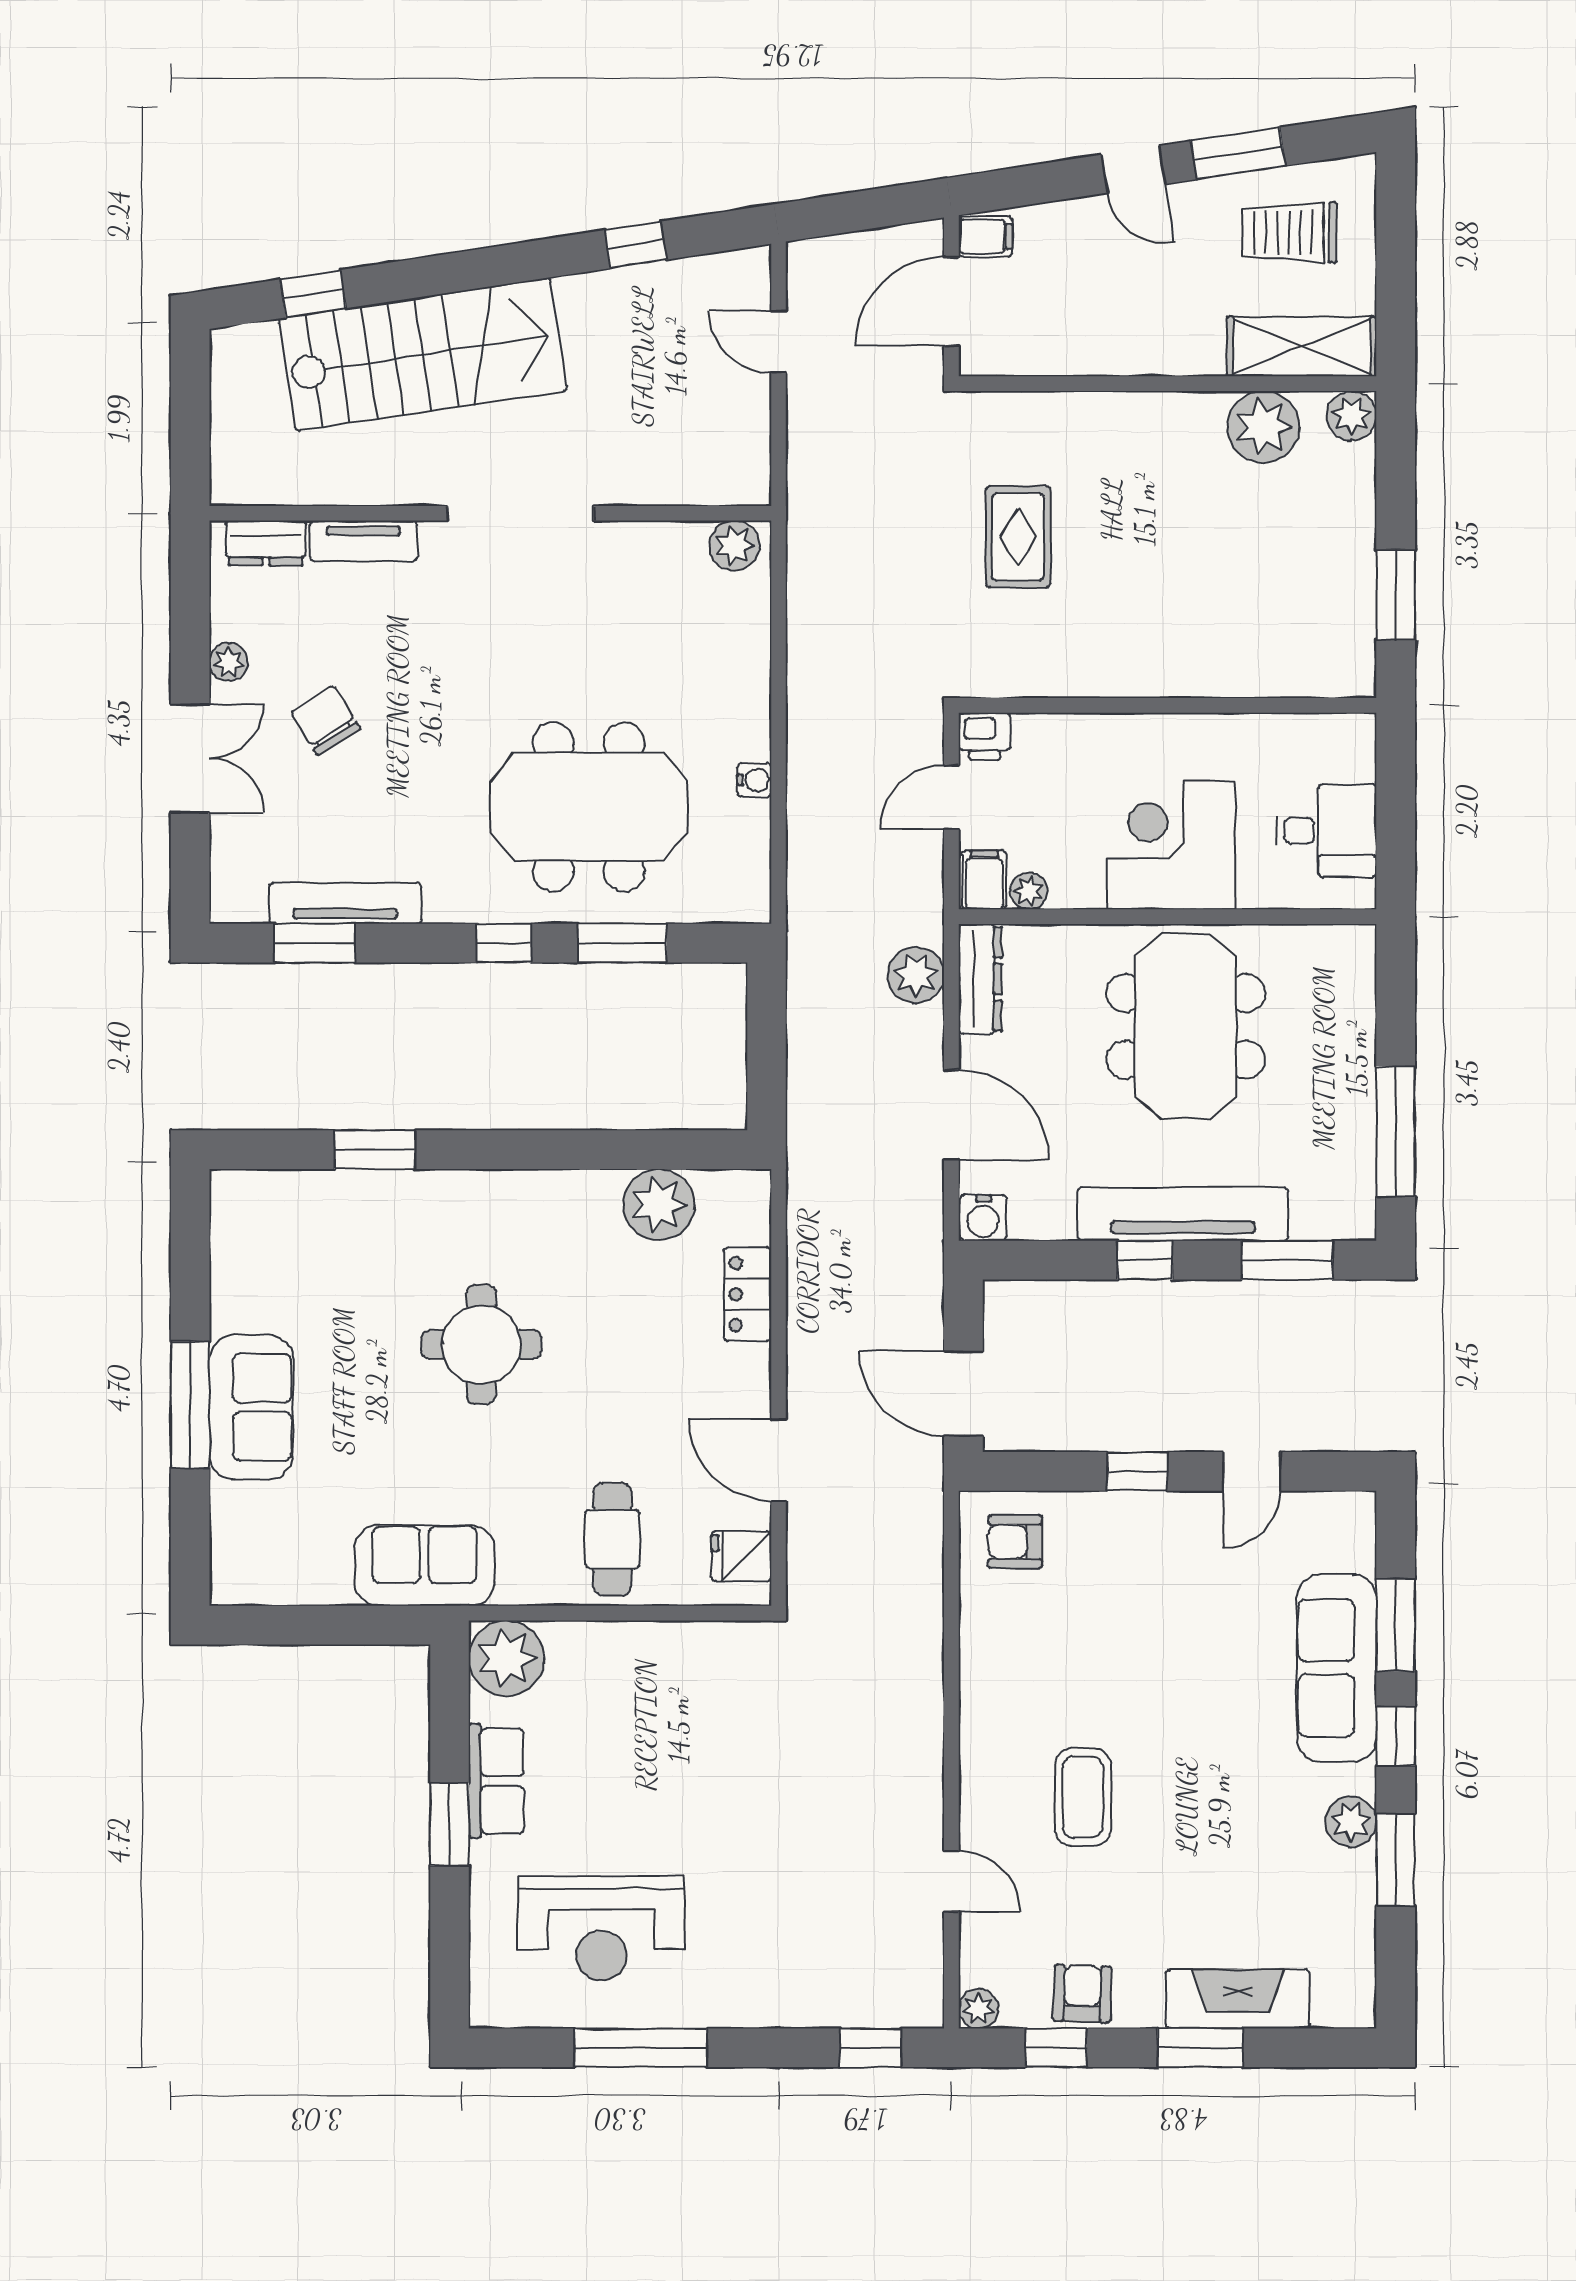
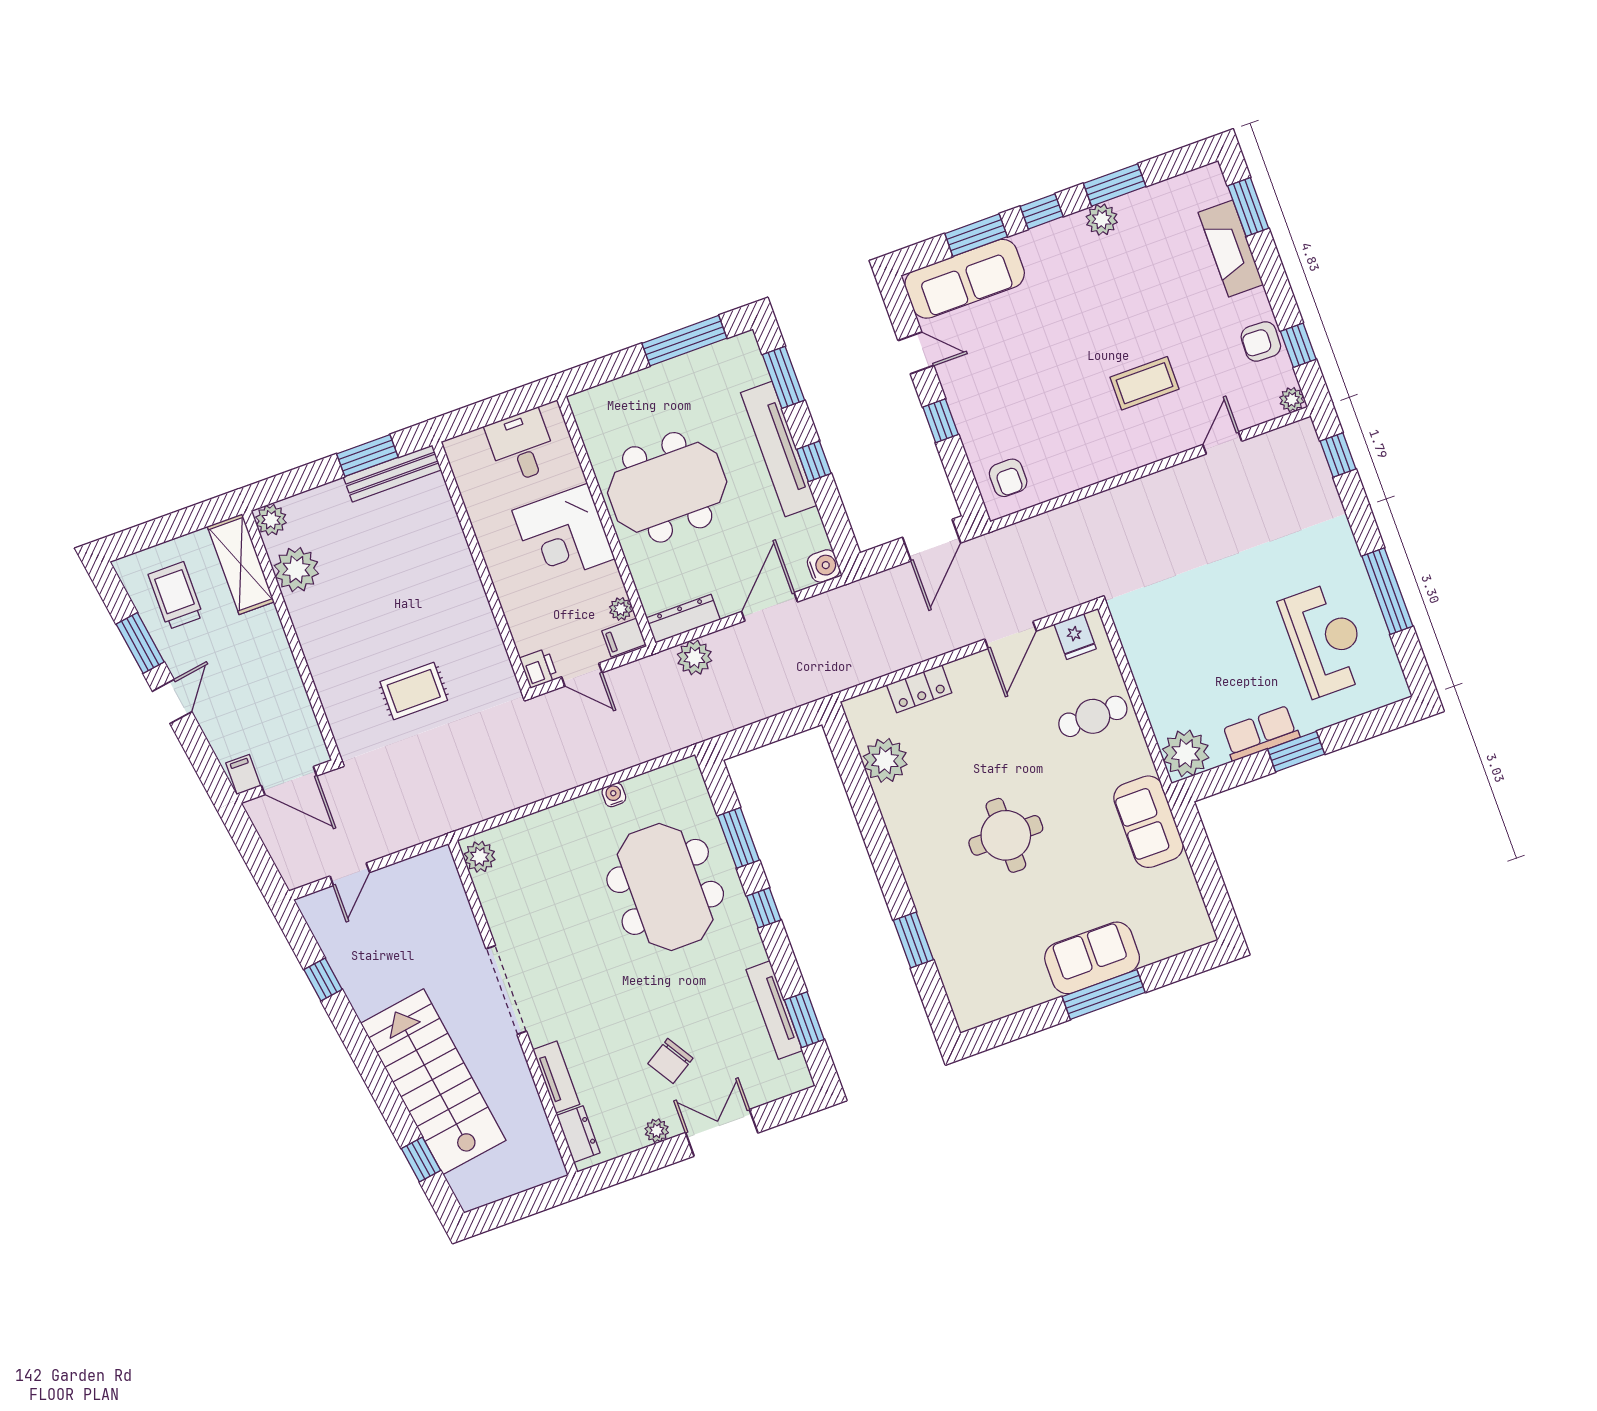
trolley: (1290, 232) -> (176, 596), turned 180
bench: (1355, 623) -> (392, 473), added
sofa: (1337, 1668) -> (965, 279), moved
window: (1200, 2048) -> (1248, 207), moved

